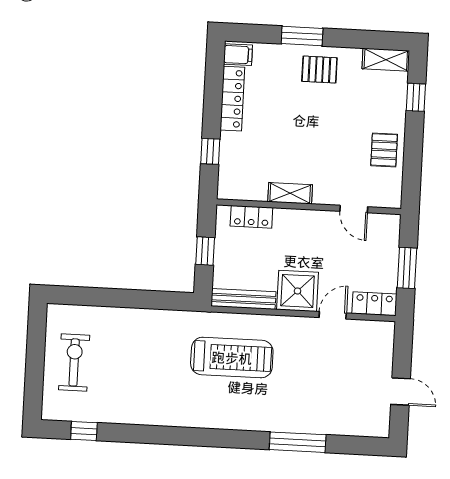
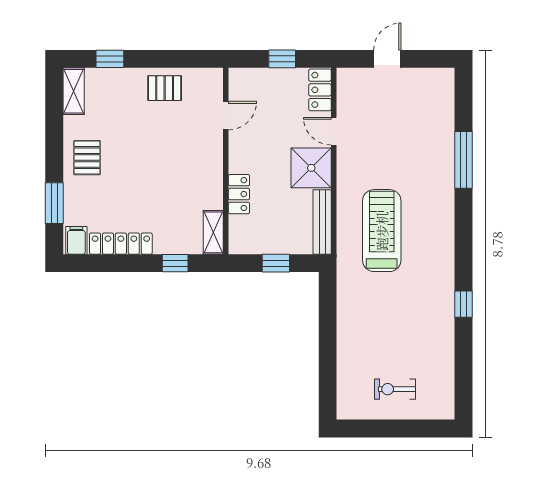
window: (302, 36) -> (54, 203), moved
shelving: (290, 193) -> (213, 232), moved
locker: (251, 217) -> (239, 194), moved
window: (407, 268) -> (282, 59), width x0.67
exercise bike: (74, 362) -> (395, 389), width x0.73, depth x0.72
door: (400, 391) -> (387, 59), moved
window: (84, 431) -> (464, 304), moved

